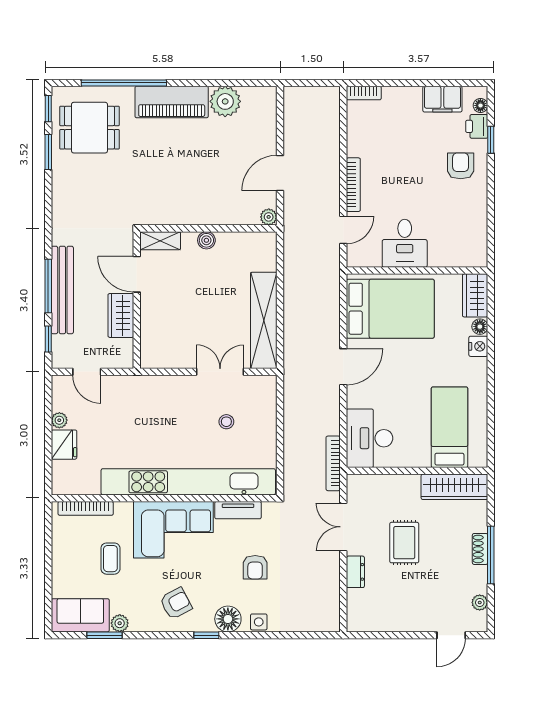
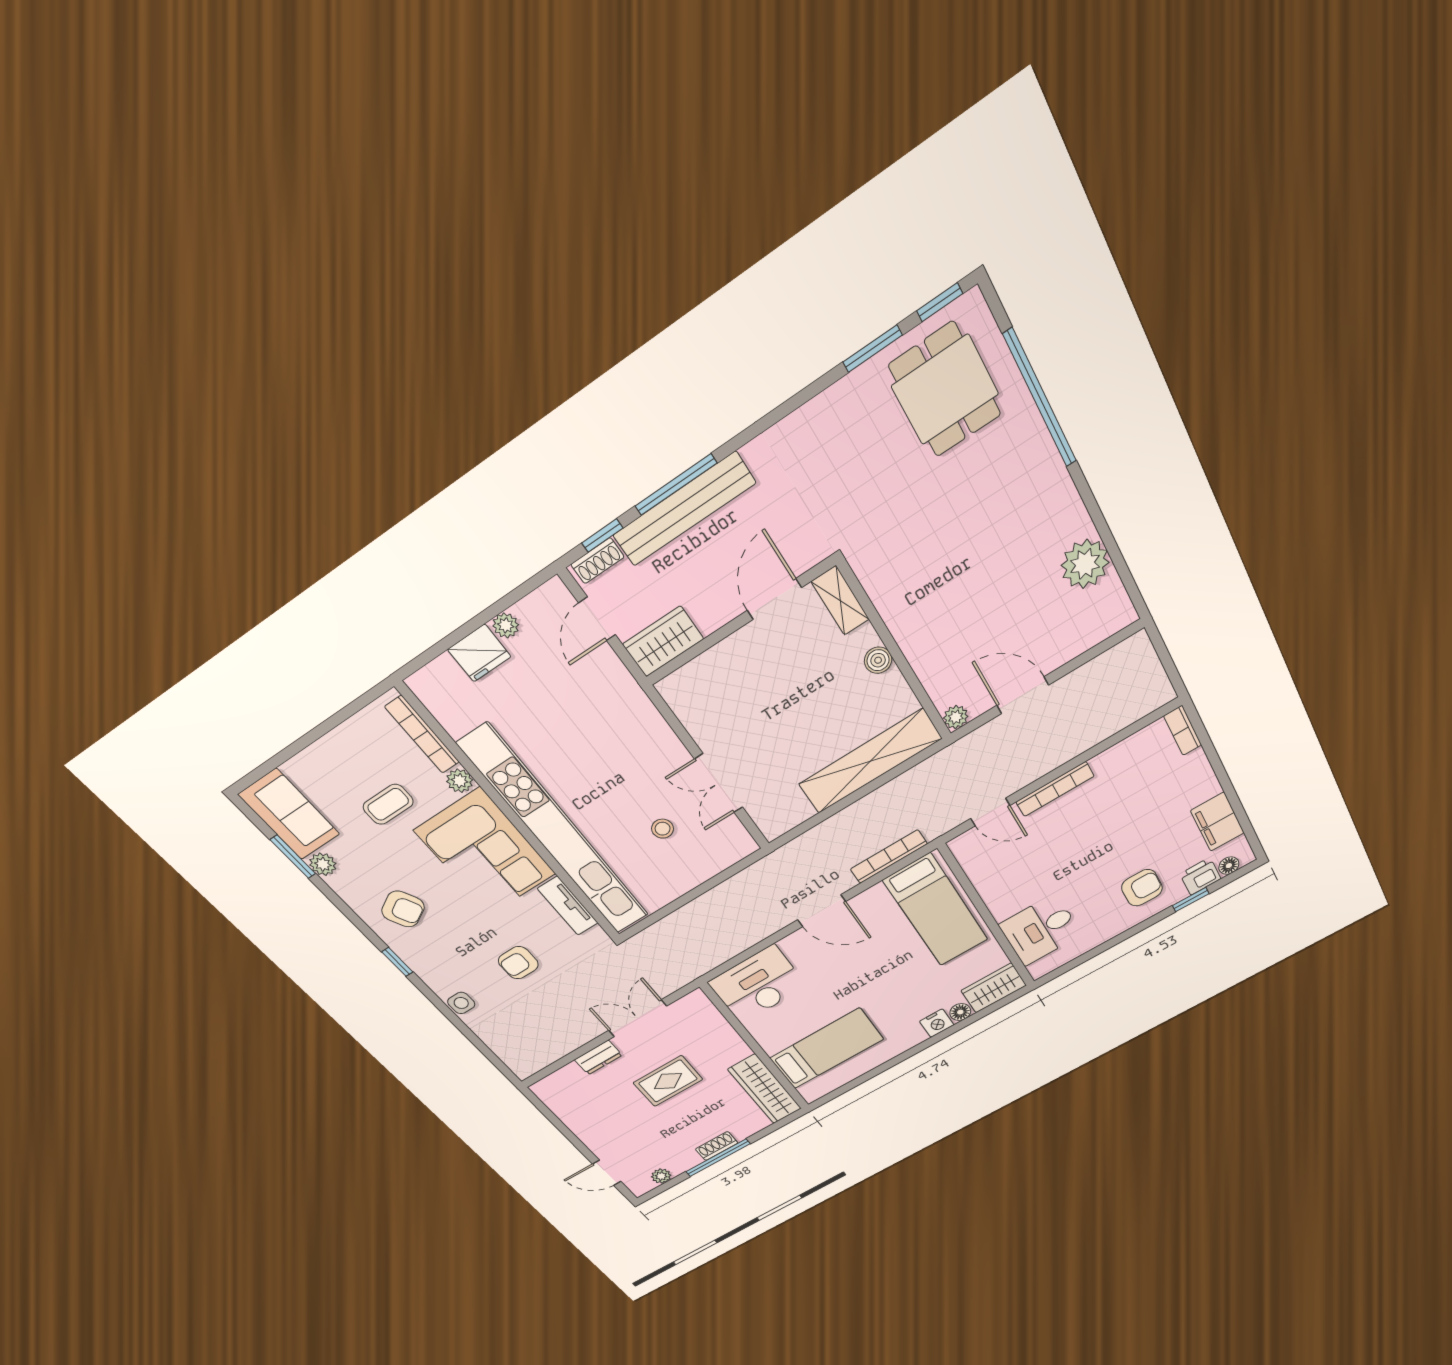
piano: (172, 102) -> (1047, 489), removed
desk: (405, 243) -> (1040, 930), moved
bed: (390, 309) -> (936, 910), width x0.67
wardrobe: (121, 315) -> (663, 642), moved
shelving: (264, 320) -> (870, 761), moved
shoe rack: (59, 350) -> (597, 561), added
double door: (220, 372) -> (719, 783), swing flipped
bookcase: (333, 463) -> (889, 857), moved
plant: (123, 510) -> (460, 781), added
floor lamp: (228, 619) -> (436, 972), removed

